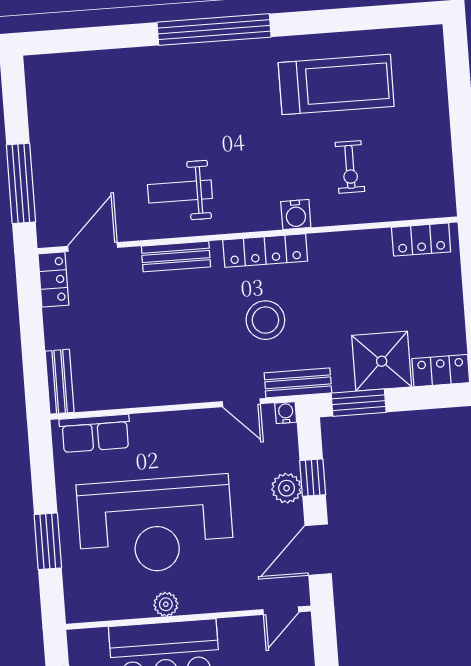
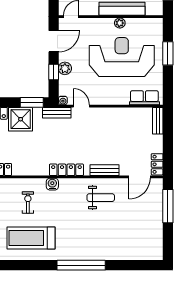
stool: (265, 320) -> (69, 140), removed

